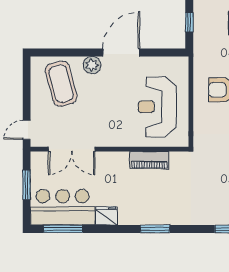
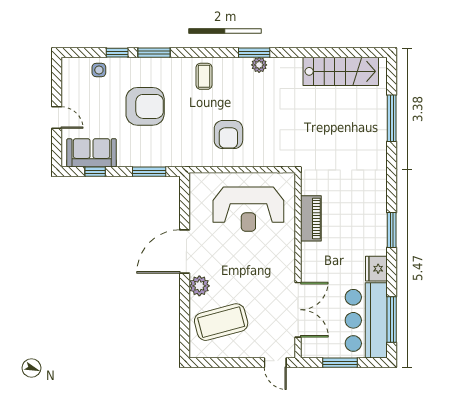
window: (189, 22) -> (149, 172), width x1.50
door: (121, 52) -> (185, 252), hinge flipped
window: (155, 229) -> (392, 230), moved

